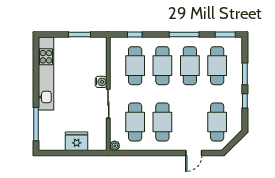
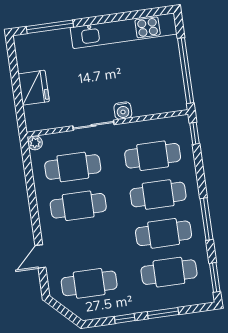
window: (79, 35) -> (186, 71), width x2.11
window: (135, 35) -> (195, 133), moved
door: (194, 153) -> (40, 256), hinge flipped

